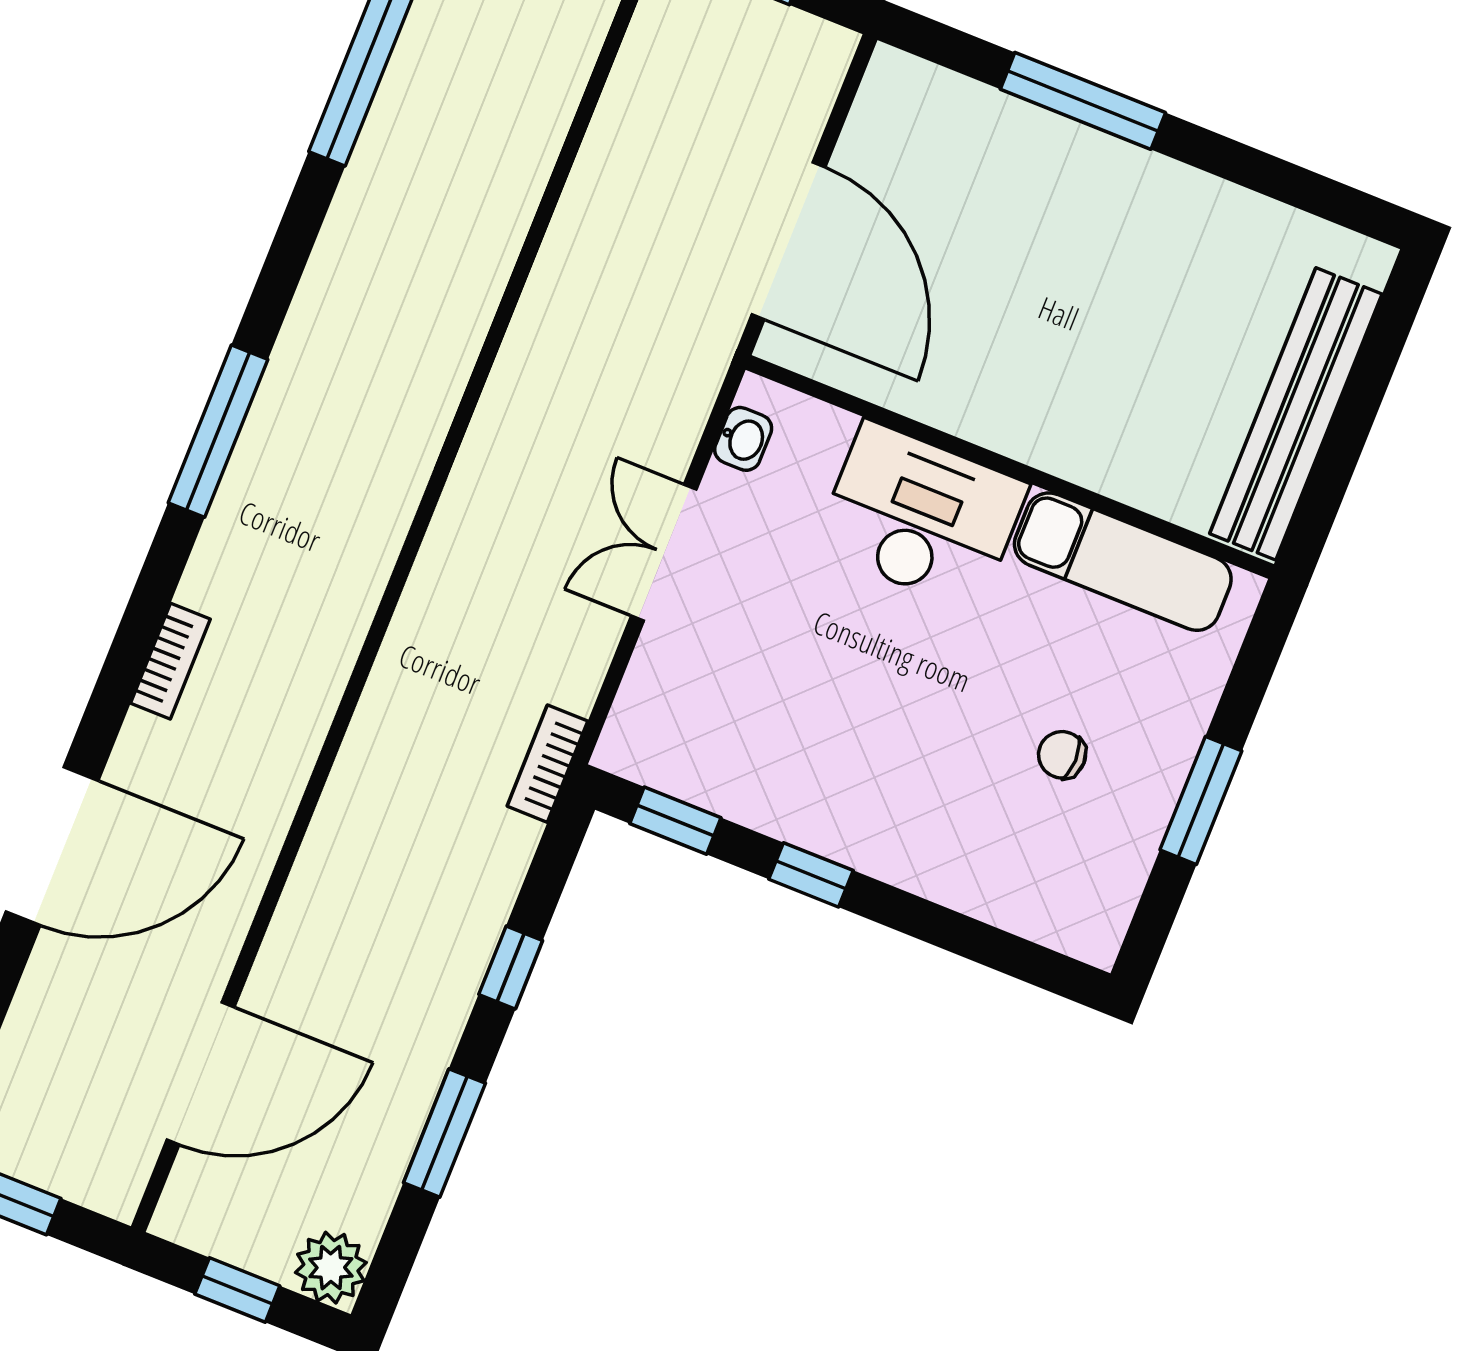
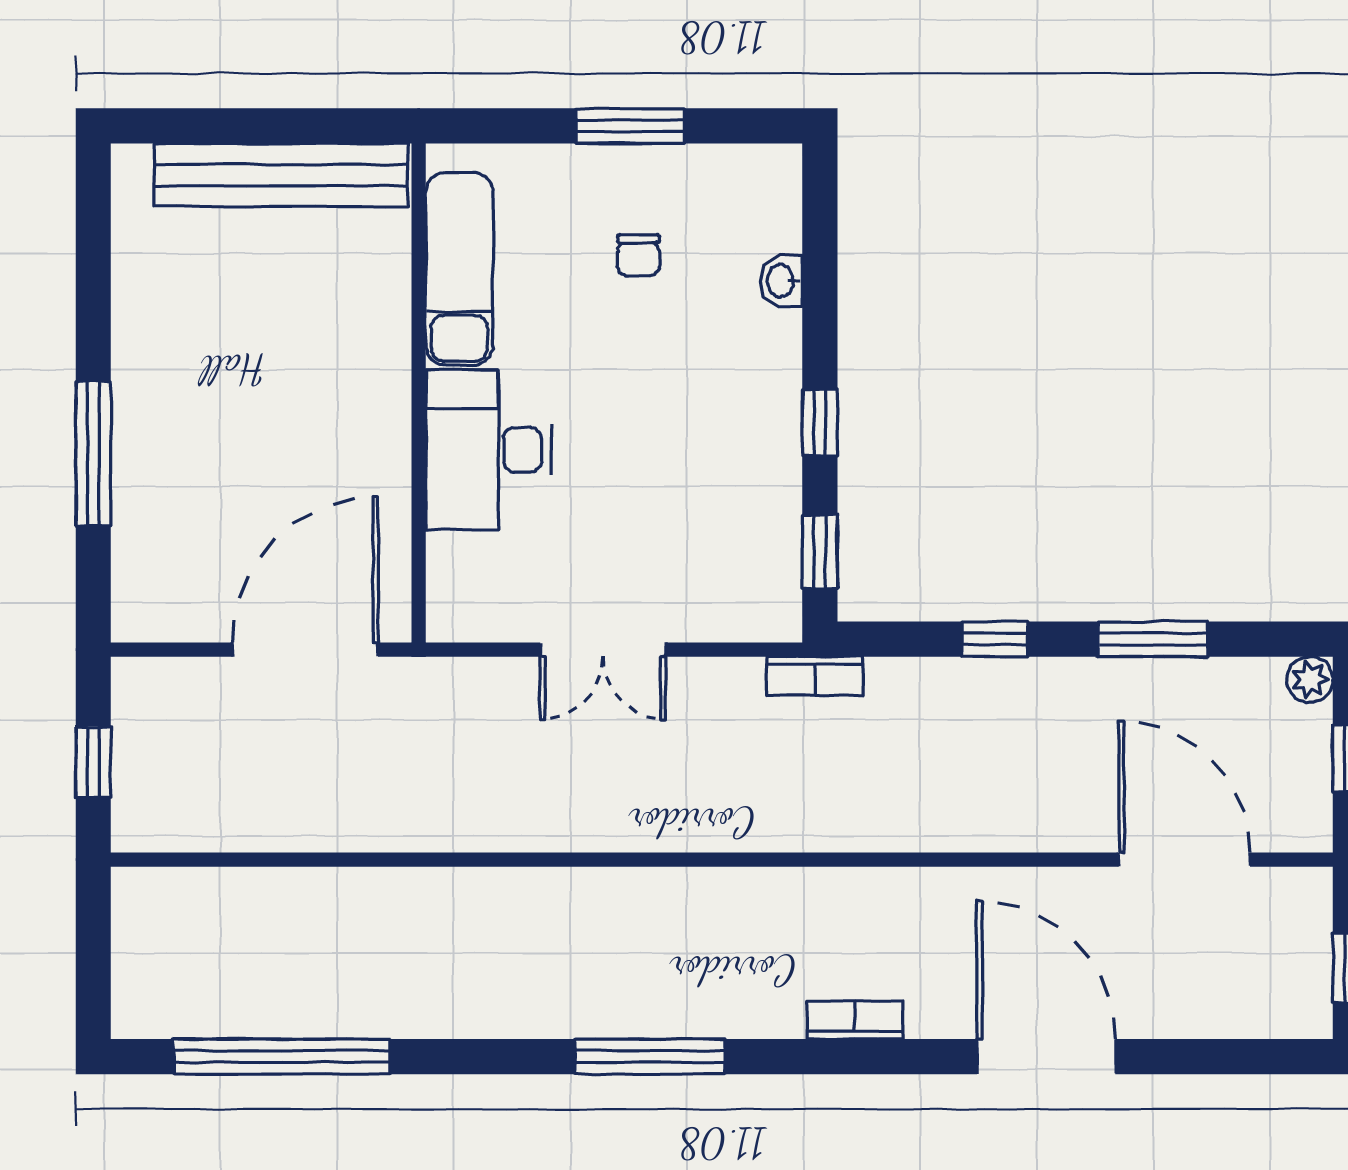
washbasin: (743, 439) -> (781, 281), moved, turned -90
plant: (331, 1268) -> (1310, 680), width x0.73, depth x0.73

